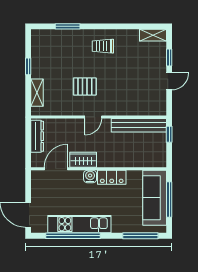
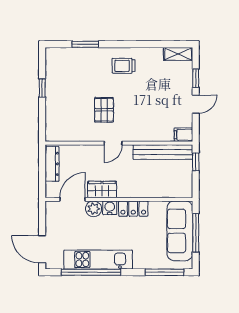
pallet: (85, 86) -> (104, 110), turned 90
shelving: (37, 93) -> (52, 117), removed
filing cabinet: (158, 109) -> (183, 135), added
plant: (75, 177) -> (94, 209), added

